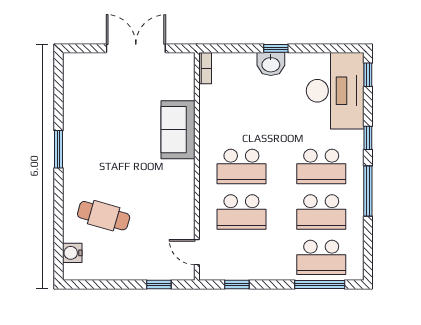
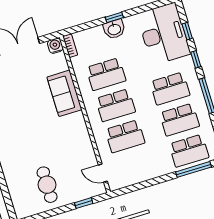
window: (368, 75) -> (187, 31), moved
school desk: (241, 121) -> (106, 74), added
cafe table: (104, 216) -> (47, 185), moved, turned 74
water cooler: (72, 253) -> (55, 46), moved, turned 90
window: (237, 285) -> (137, 187), removed

